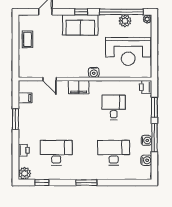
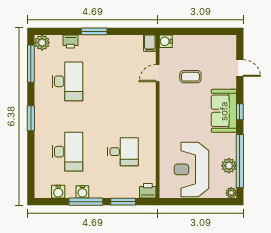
coffee table: (28, 39) -> (190, 77), moved
water cooler: (94, 73) -> (166, 41), moved
filing cabinet: (79, 87) -> (148, 109), removed
filing cabinet: (25, 98) -> (150, 43), moved
window: (15, 119) -> (94, 31), moved
window: (42, 183) -> (31, 64), width x2.17

